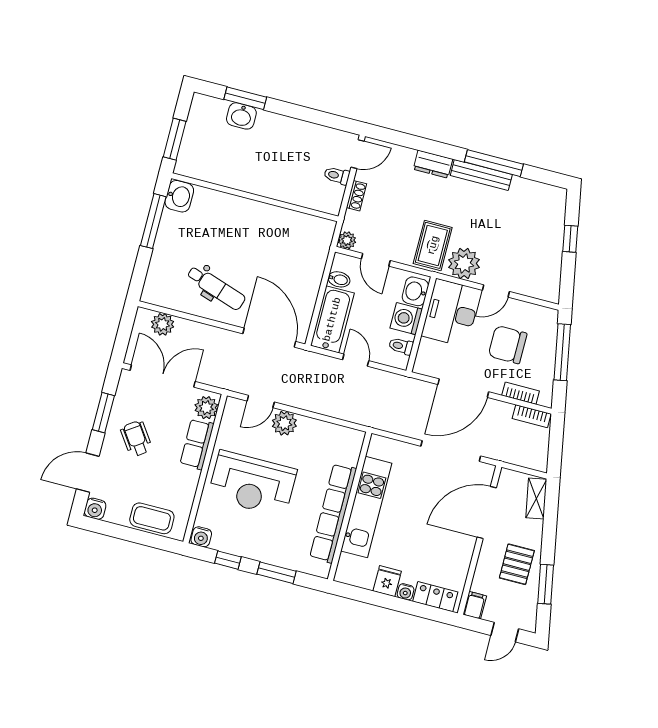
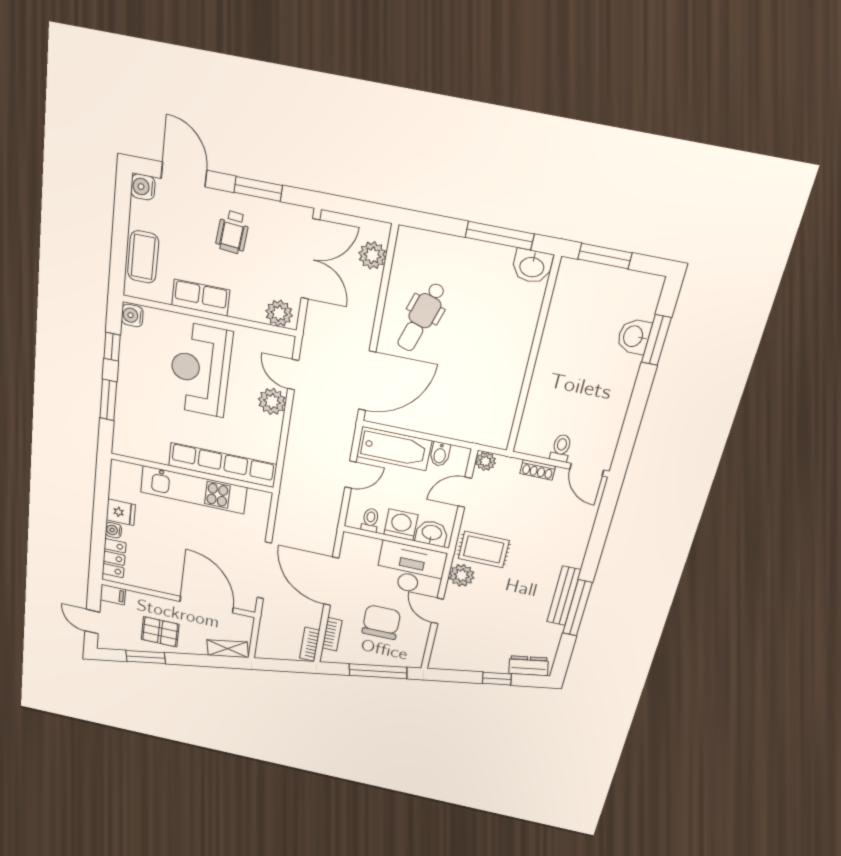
dresser: (433, 164) -> (529, 666), moved, turned 79
plant: (464, 264) -> (462, 575), width x0.73, depth x0.73
wheelchair: (136, 439) -> (232, 232), turned 130
row of seats: (197, 444) -> (201, 298), moved
row of seats: (333, 513) -> (222, 465), moved

